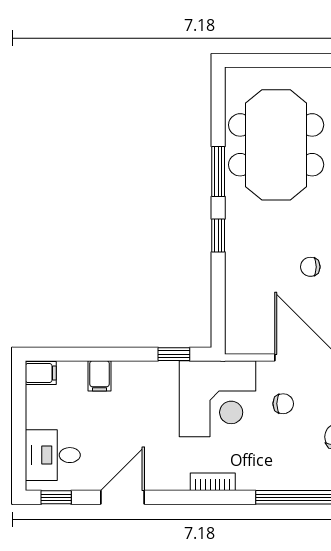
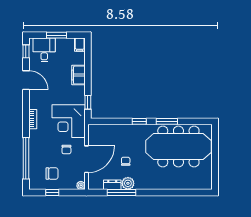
meeting table: (276, 145) -> (178, 146), width x1.36
filing cabinet: (100, 376) -> (78, 75), width x2.00
window: (19, 427) -> (56, 35), added

